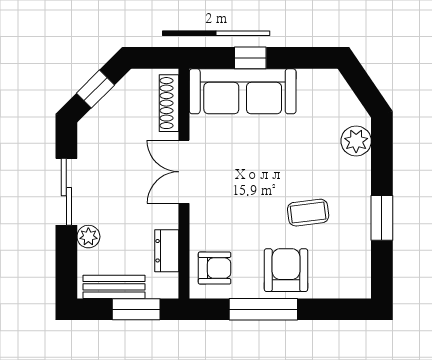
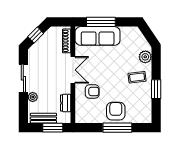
window: (250, 58) -> (101, 22), width x2.17
double door: (184, 172) -> (73, 70), swing flipped
coffee table: (308, 213) -> (137, 77), moved
armchair: (215, 268) -> (92, 91), moved
window: (263, 309) -> (117, 128), moved

